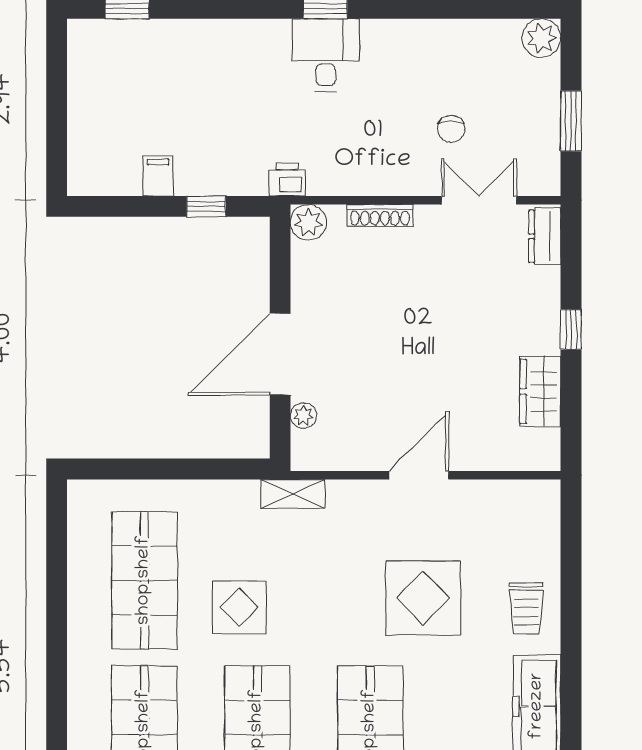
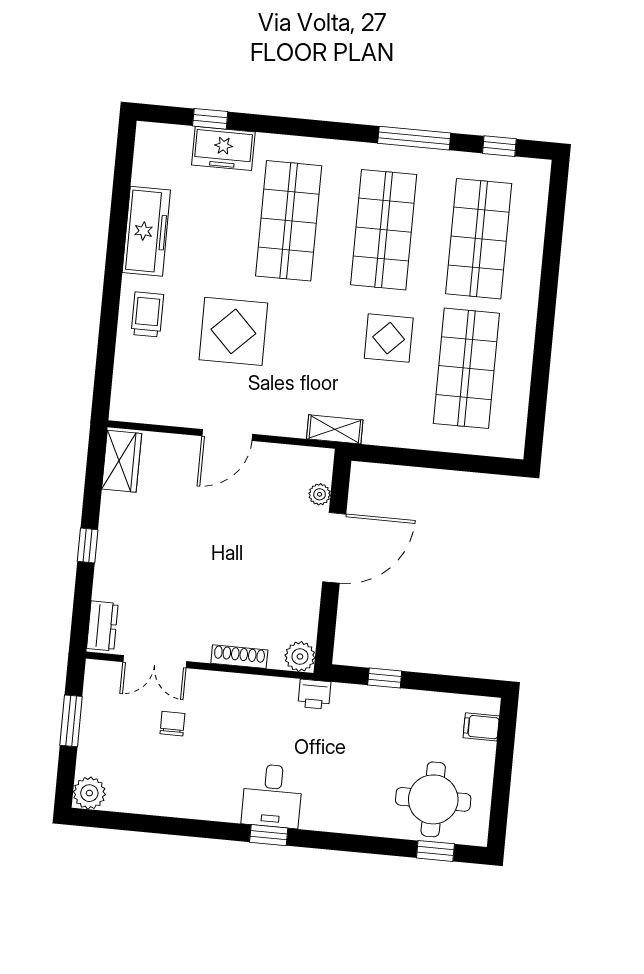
round table: (136, 69) -> (433, 799), added
filing cabinet: (158, 176) -> (481, 727), moved, turned 90
wardrobe: (540, 391) -> (122, 461), moved

